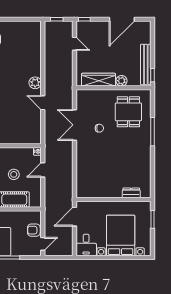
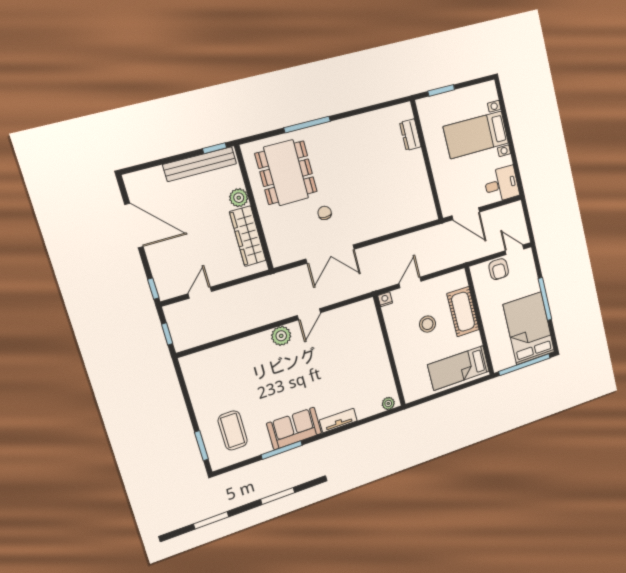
dining table: (128, 112) -> (286, 173), width x1.38
door: (43, 170) -> (410, 283), swing flipped
bed with nightstands: (121, 235) -> (476, 135), width x0.73

